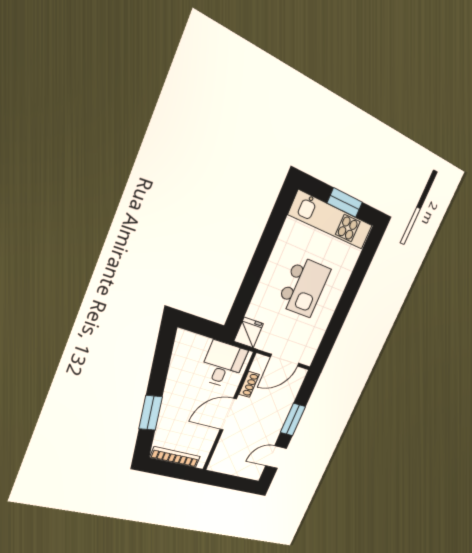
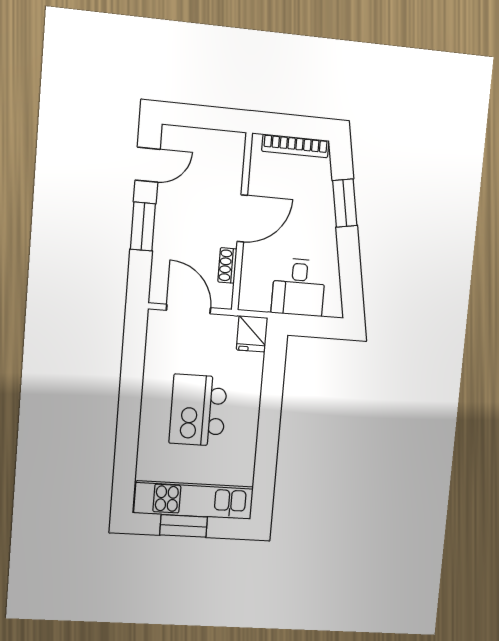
door: (285, 360) -> (189, 309), hinge flipped
desk: (223, 364) -> (299, 287), moved

